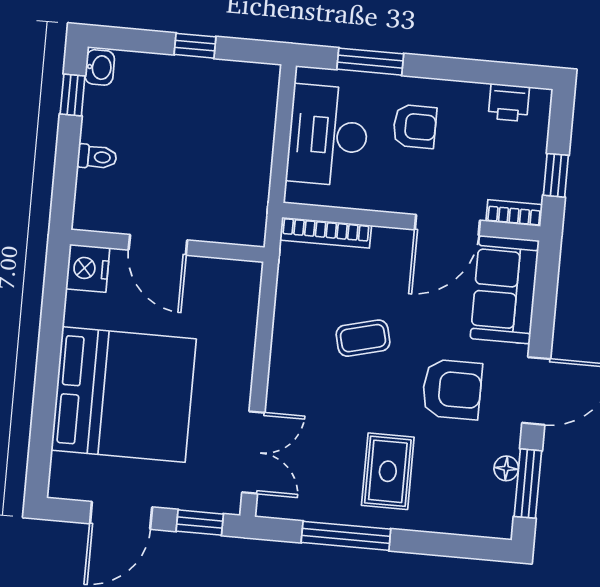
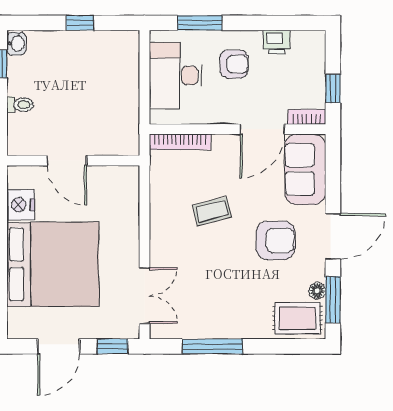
printer: (509, 103) -> (277, 42), moved
nightstand: (88, 268) -> (21, 205), moved
rug: (388, 471) -> (297, 318), moved, turned 90

